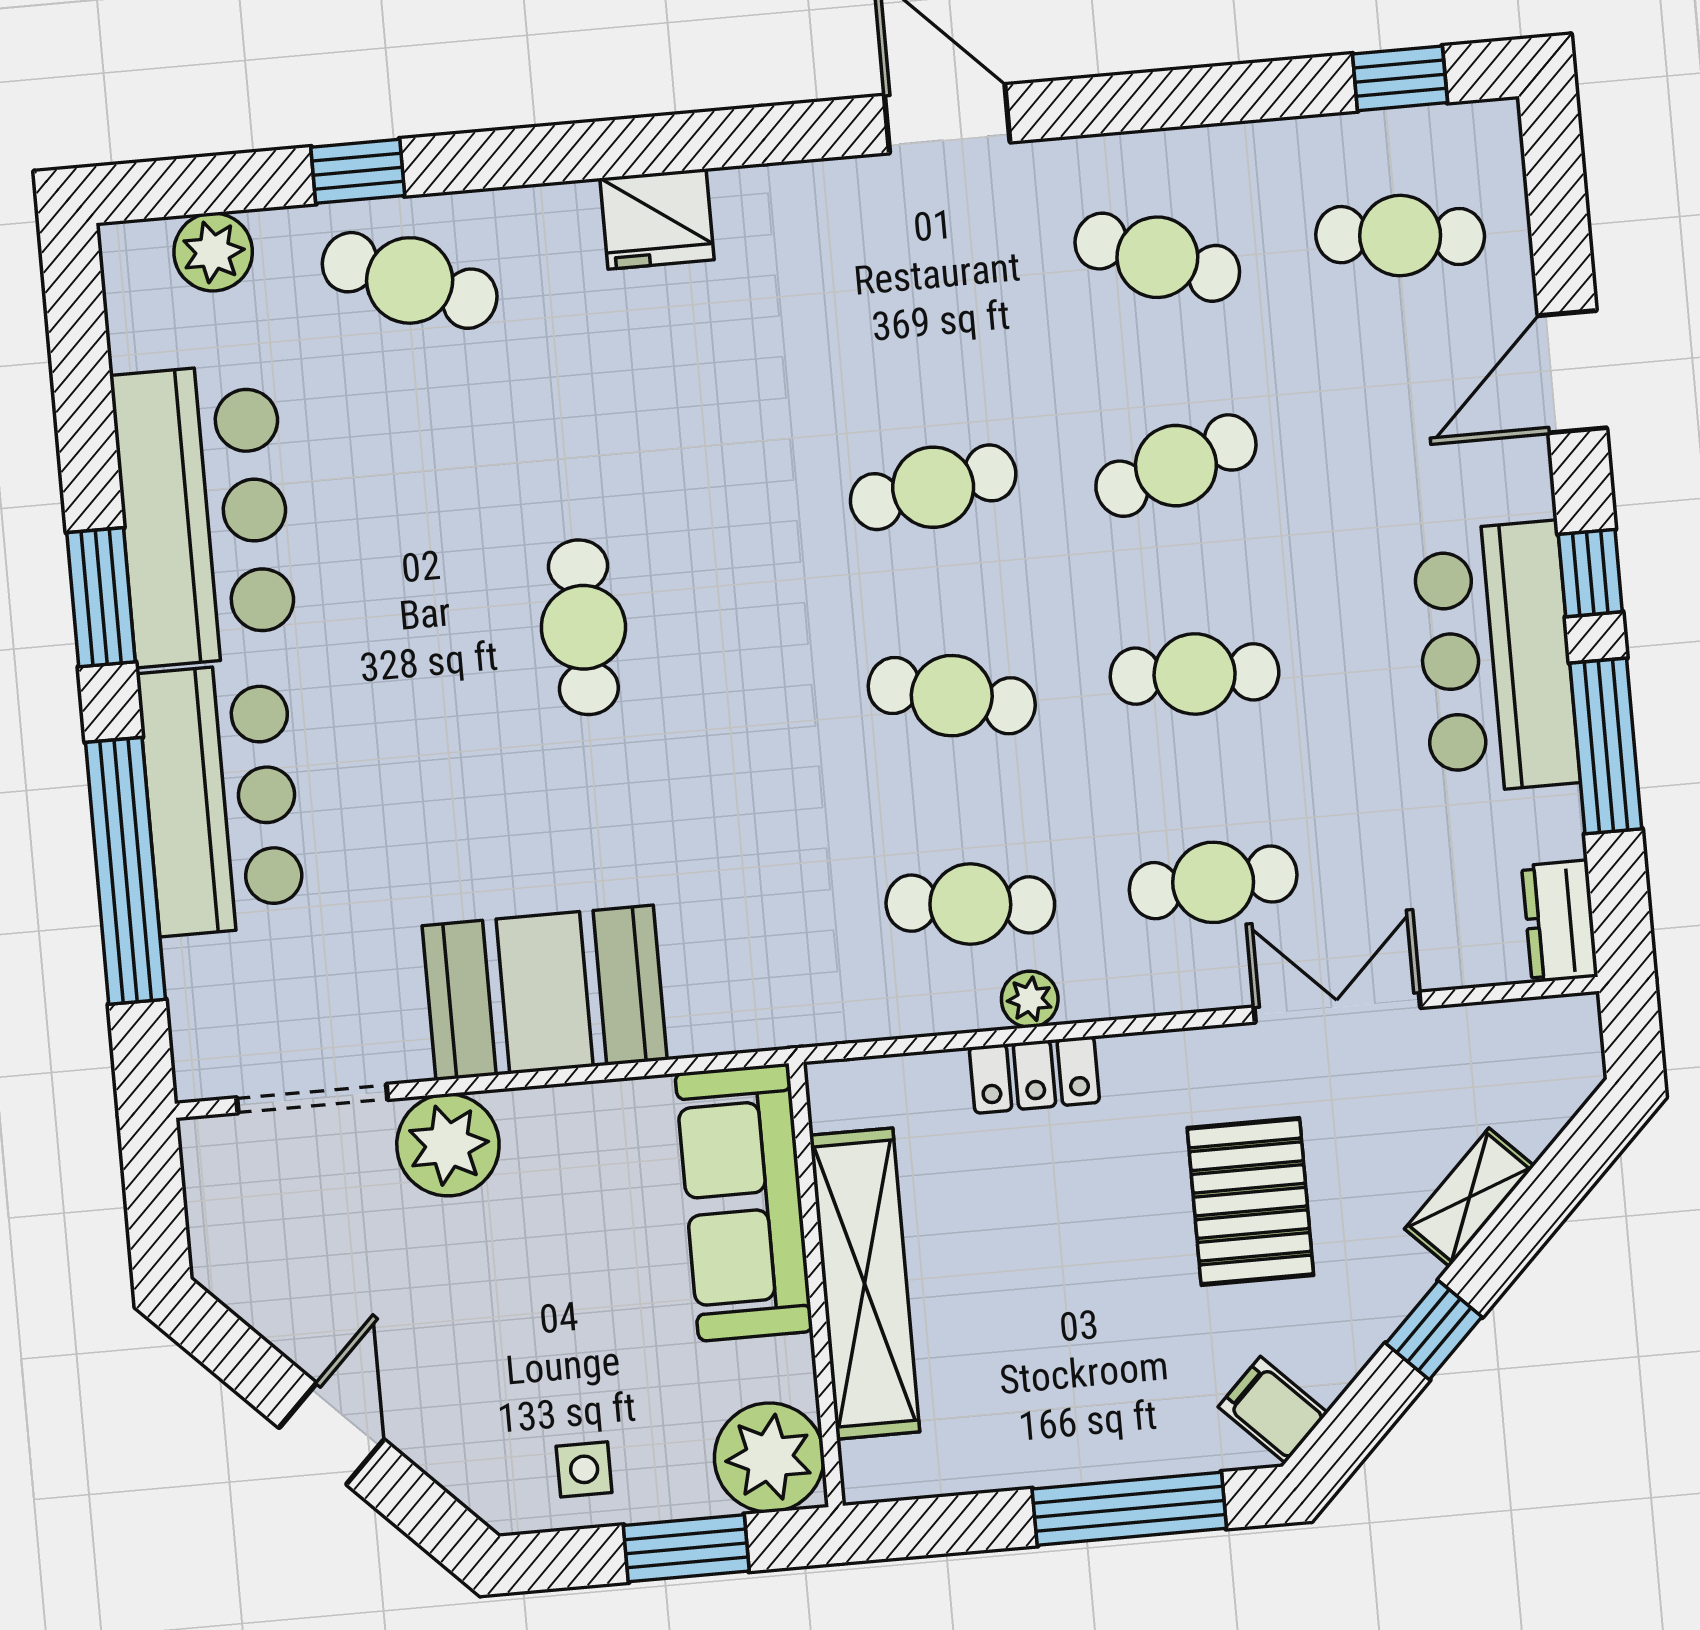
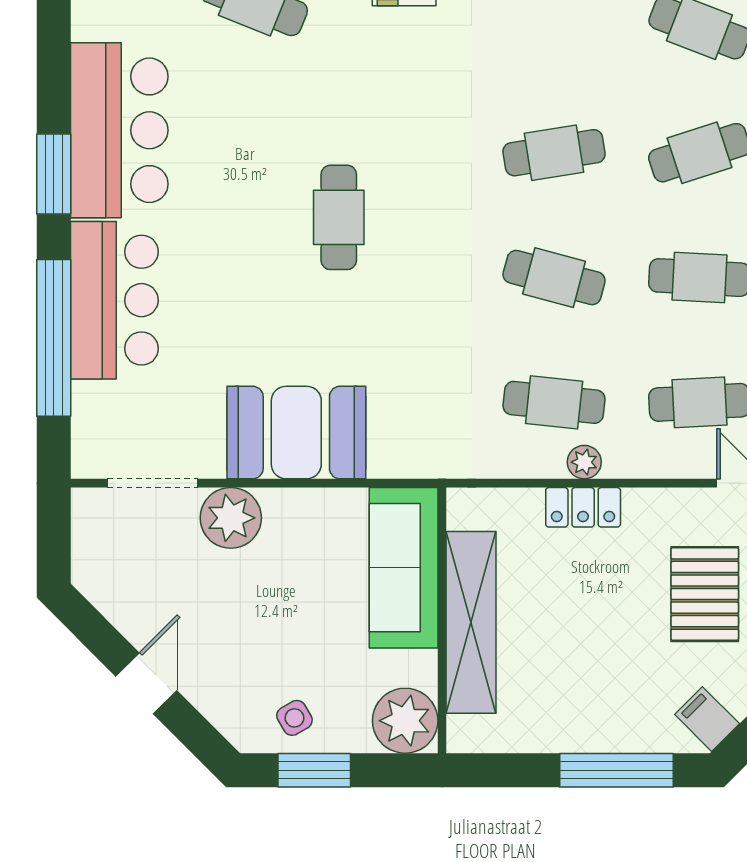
side table: (584, 1469) -> (294, 718), turned -30
window: (686, 1548) -> (314, 770), moved

